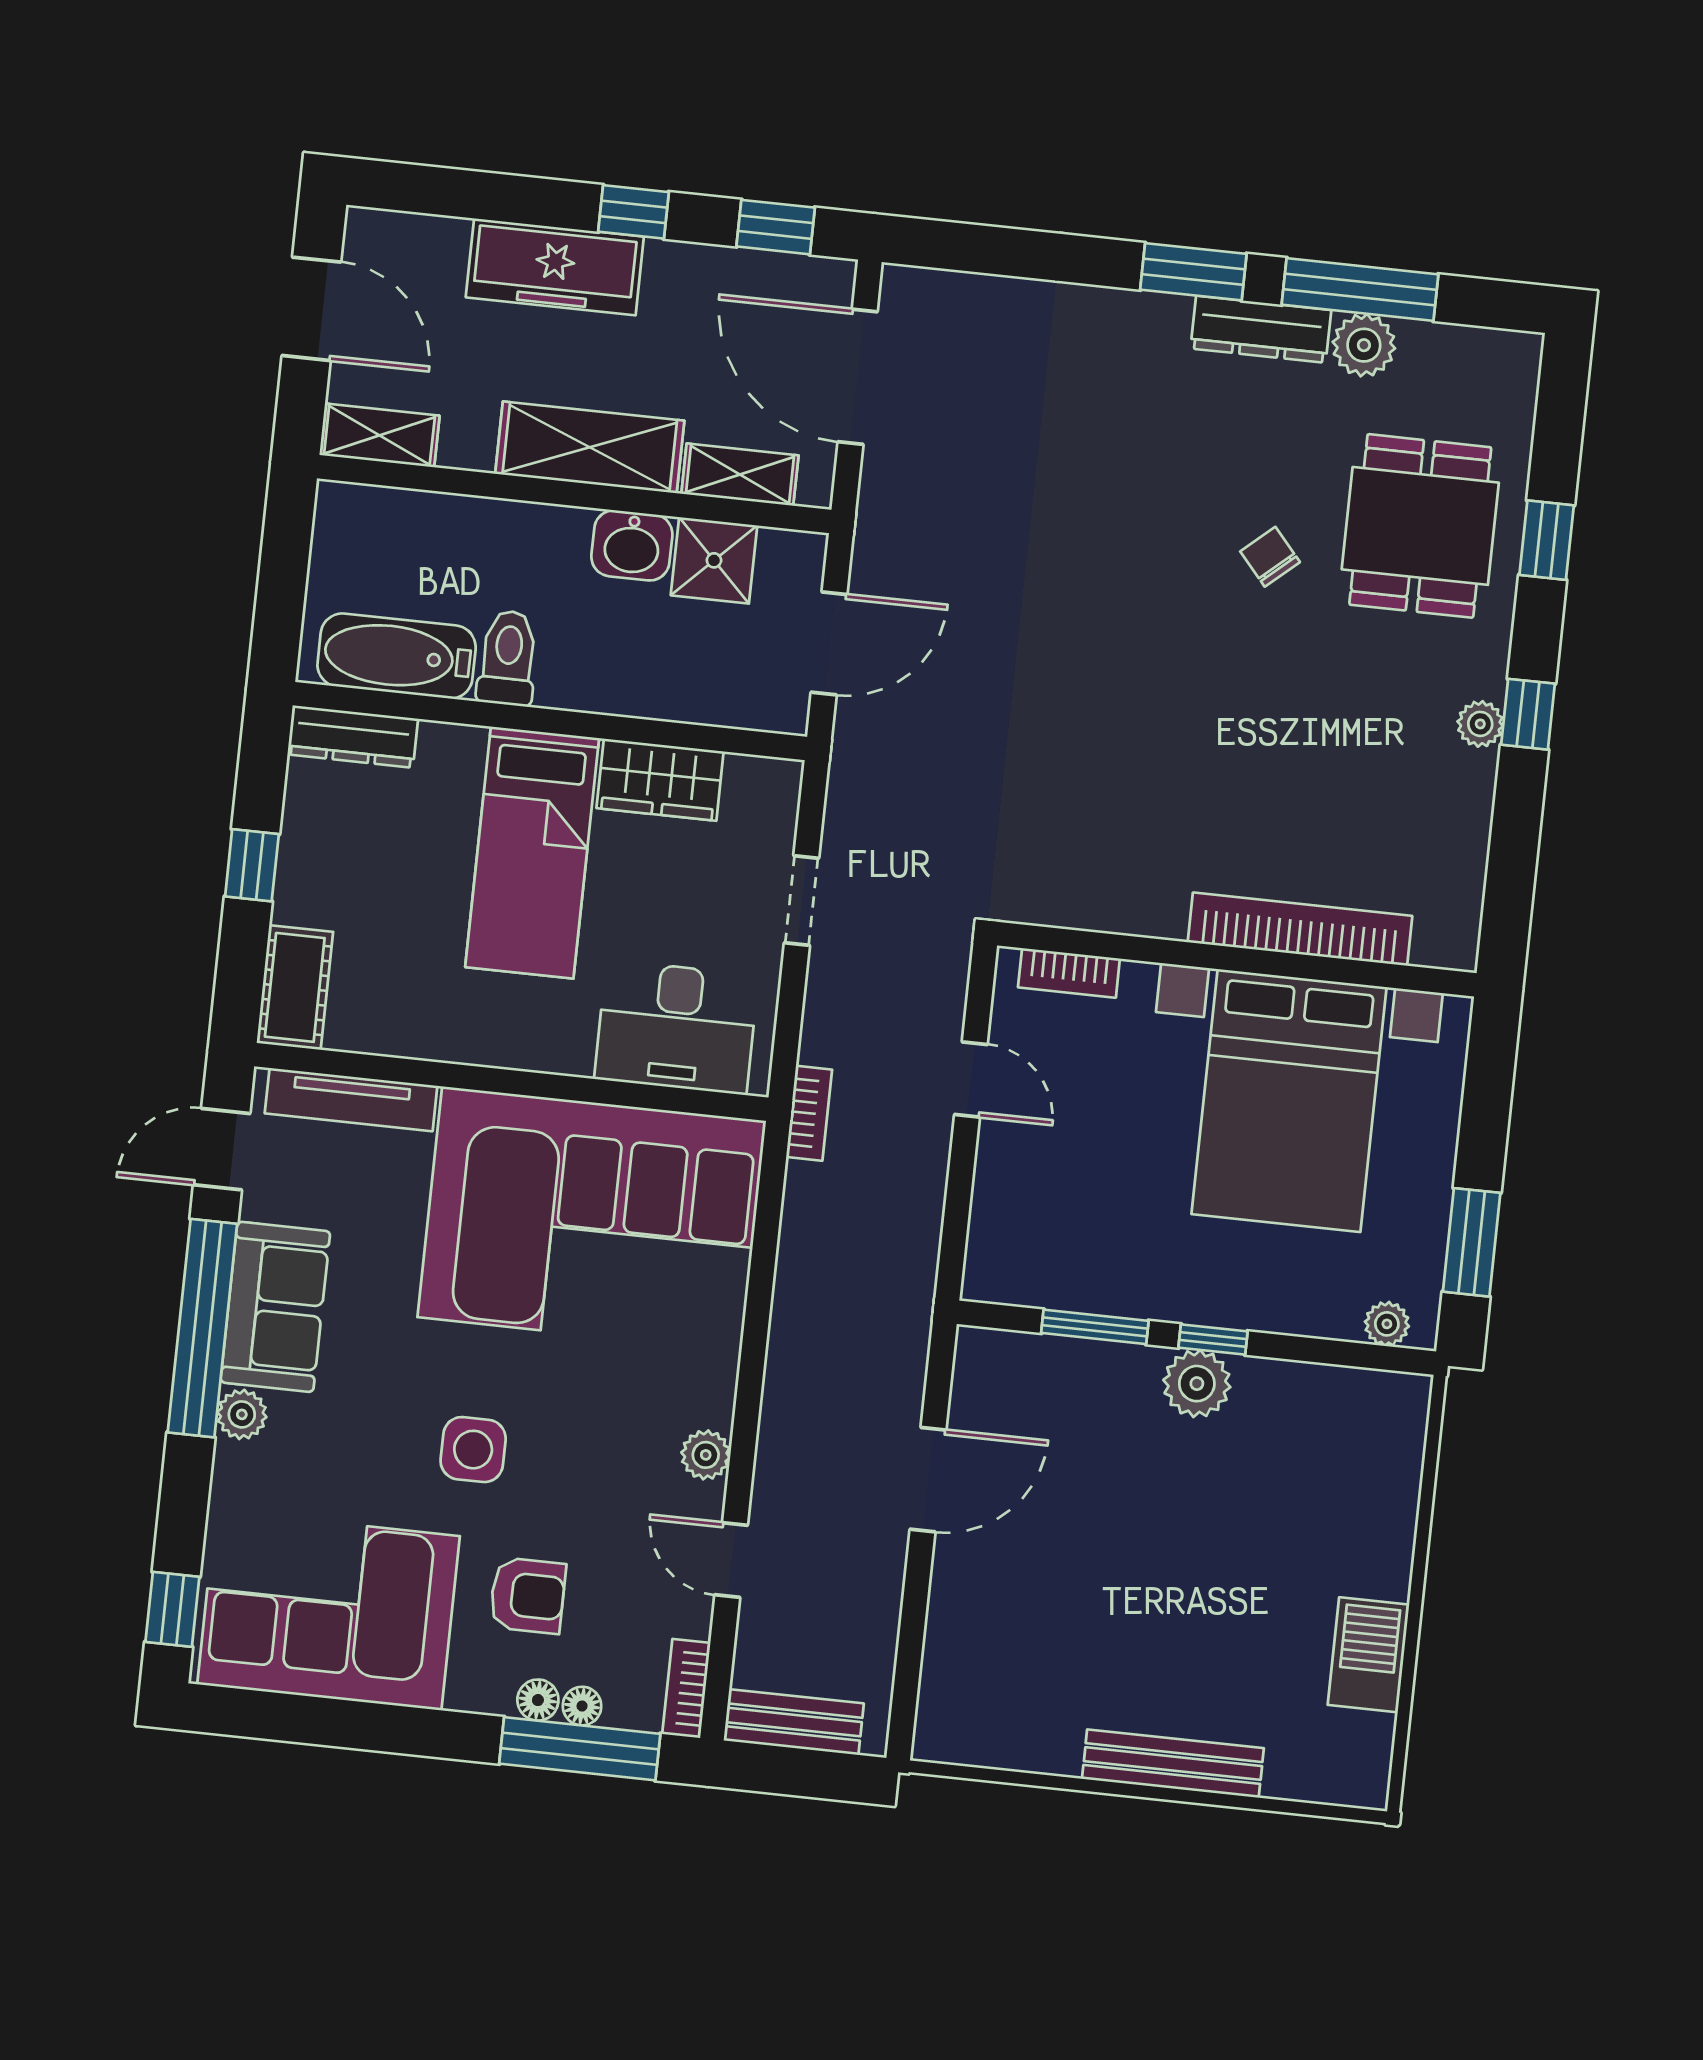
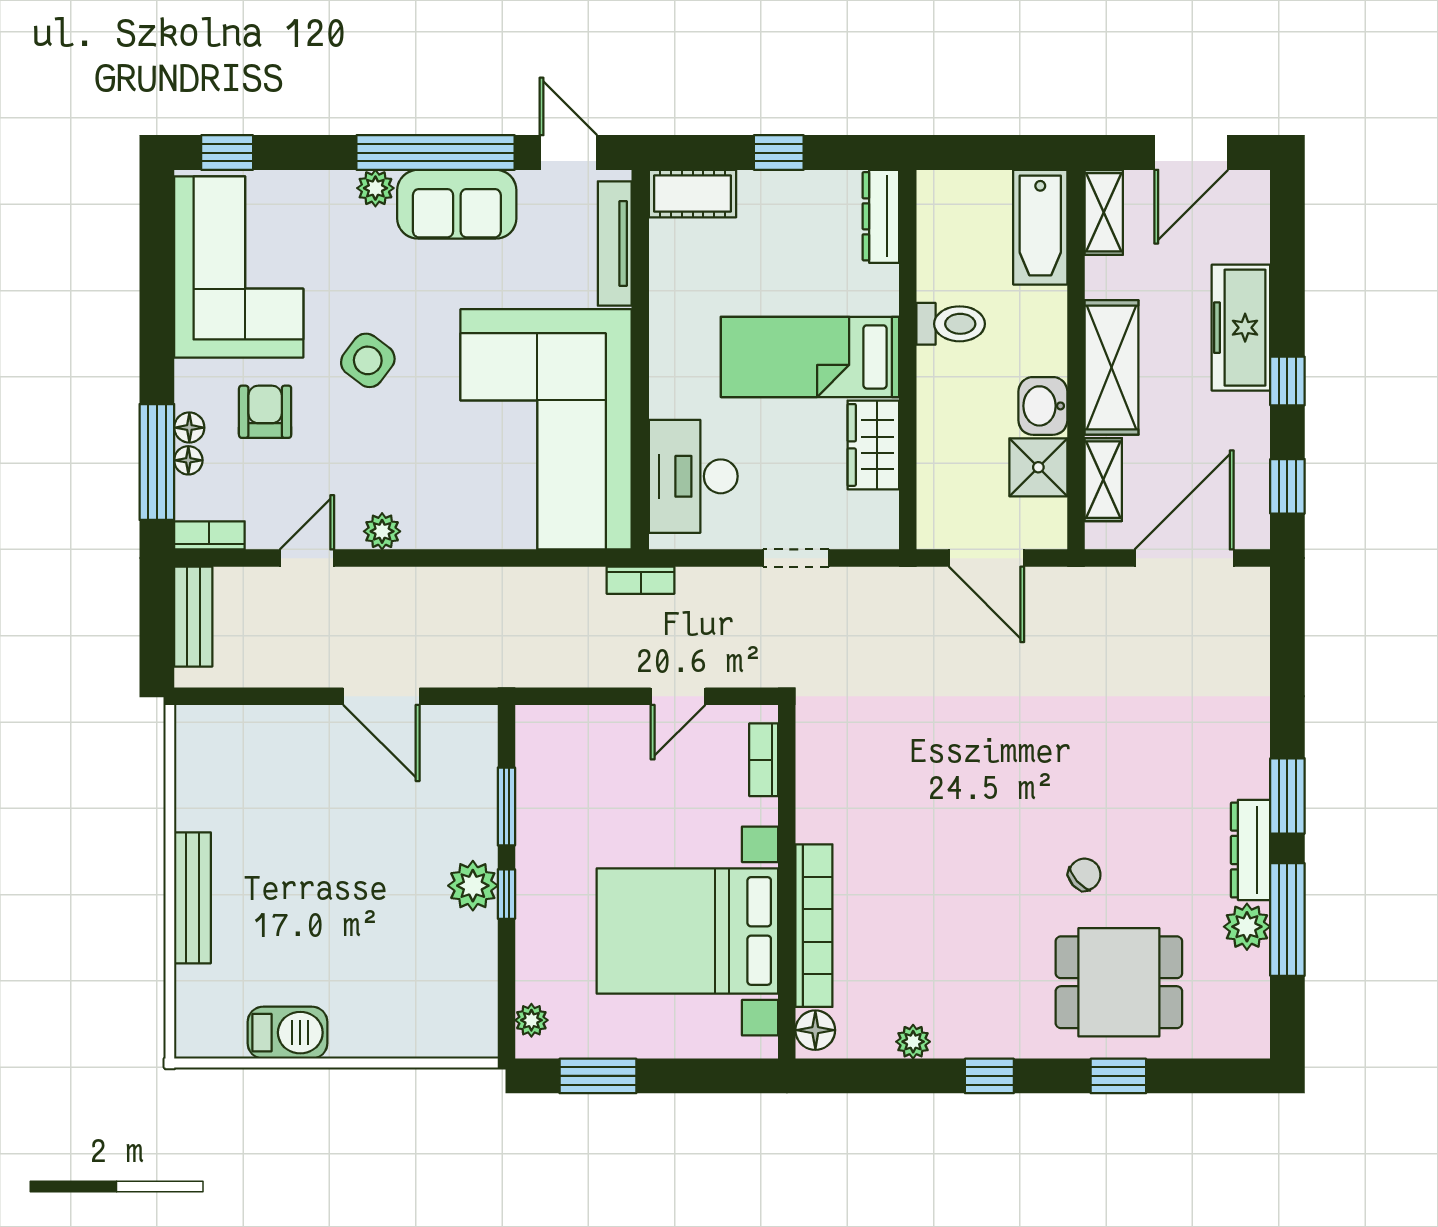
bathtub: (397, 656) -> (1040, 227), moved, turned 180
plant: (1480, 724) -> (913, 1042), moved
floor lamp: (1441, 942) -> (815, 1030), added
side table: (473, 1450) -> (368, 360), turned 37
armchair: (528, 1595) -> (265, 412), turned 180

